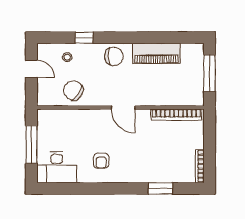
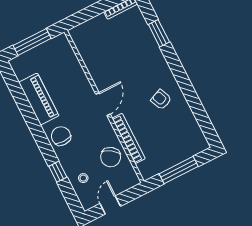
bookcase: (176, 115) -> (129, 138), moved
armchair: (101, 161) -> (161, 100), turned -113
desk: (57, 167) -> (188, 137), removed

